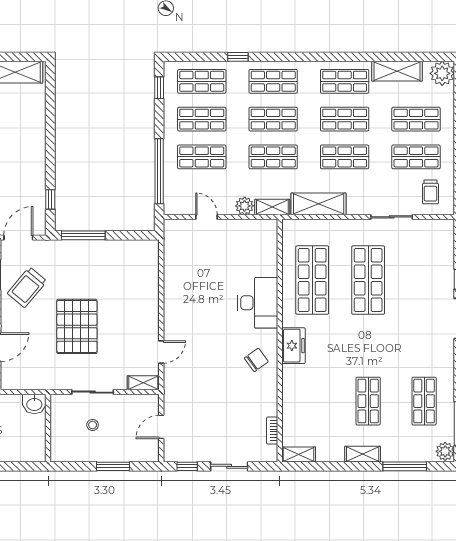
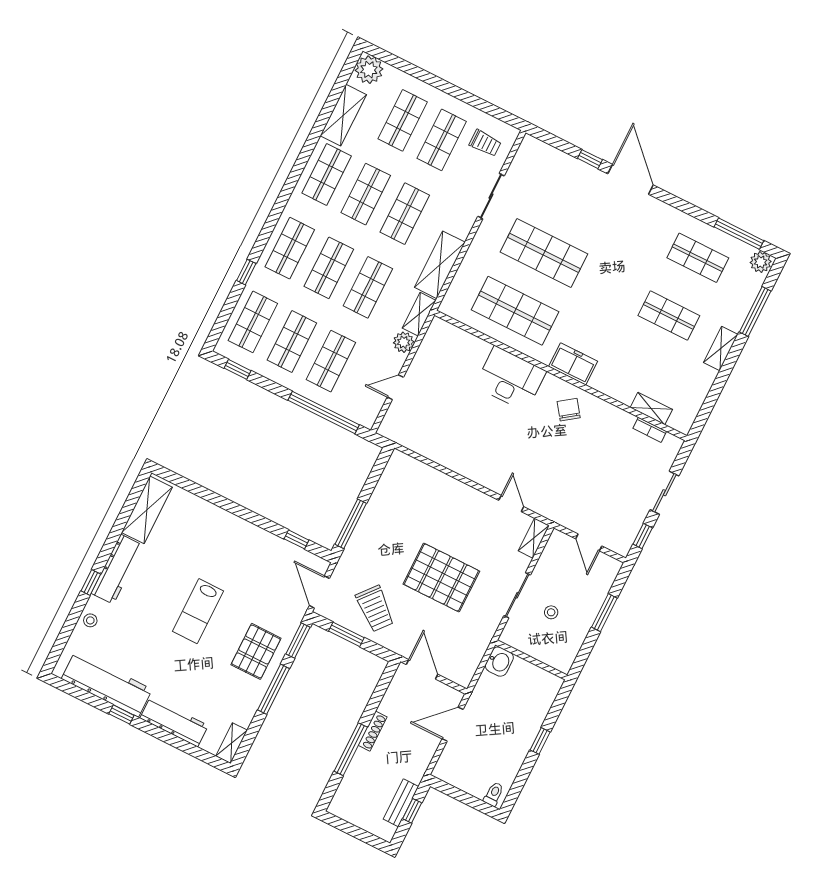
shelving: (299, 454) -> (651, 408), moved, turned 90

